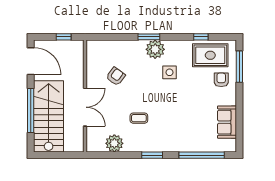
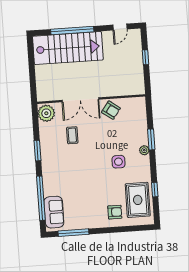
plant: (155, 49) -> (144, 150), width x0.53, depth x0.53
door: (31, 61) -> (120, 27), width x0.53
window: (239, 67) -> (73, 233), moved
wall: (85, 96) -> (91, 99), moved
double door: (85, 107) -> (80, 100), moved
sofa: (227, 122) -> (54, 212), moved, turned 90

